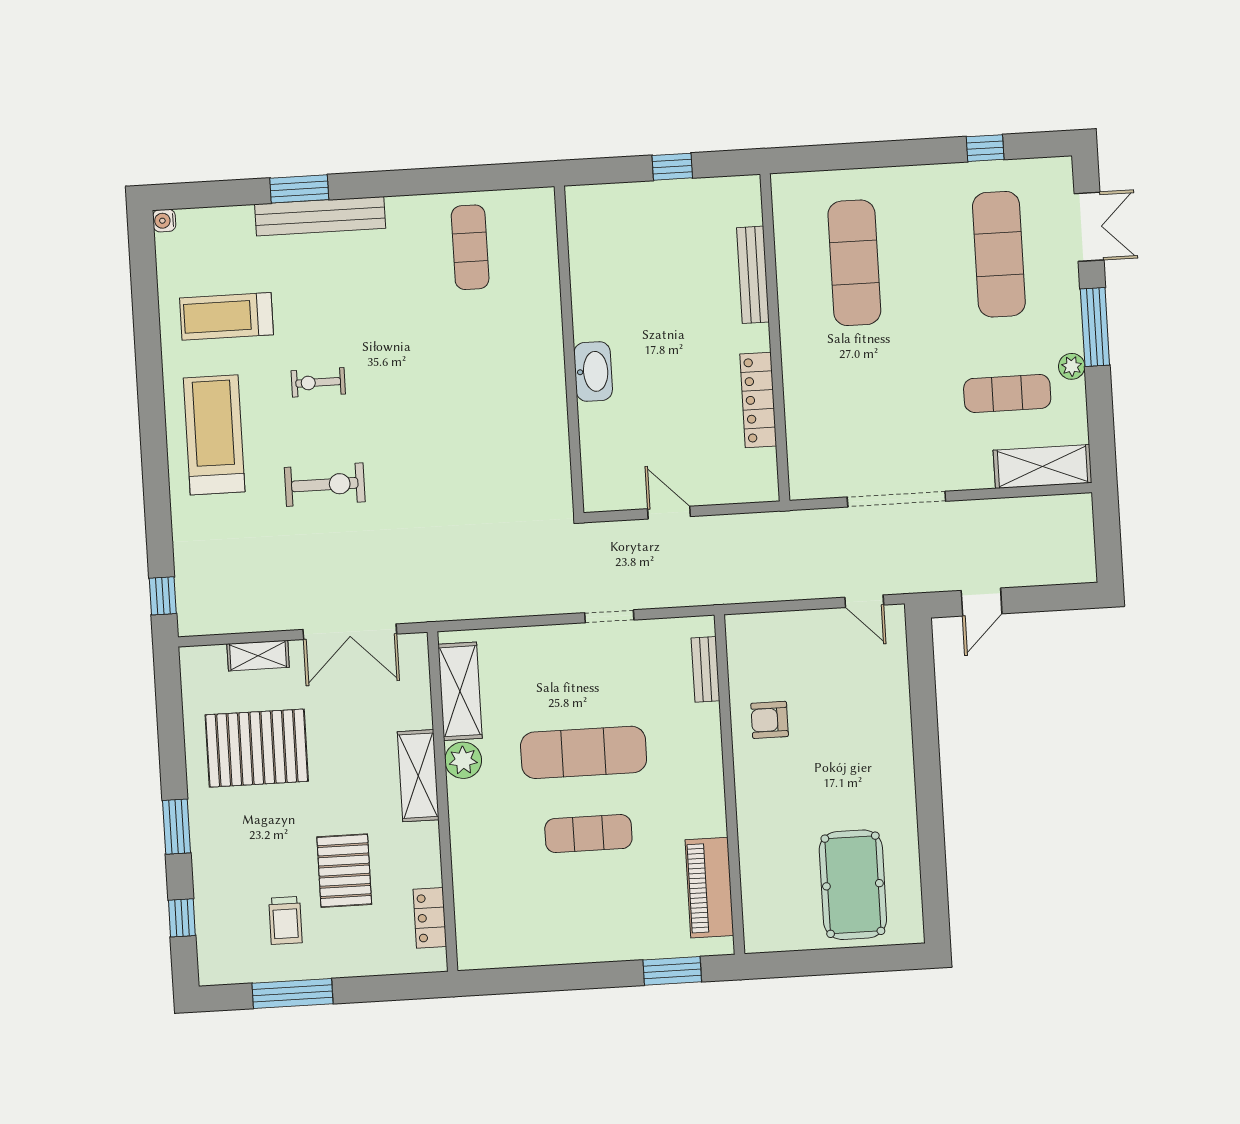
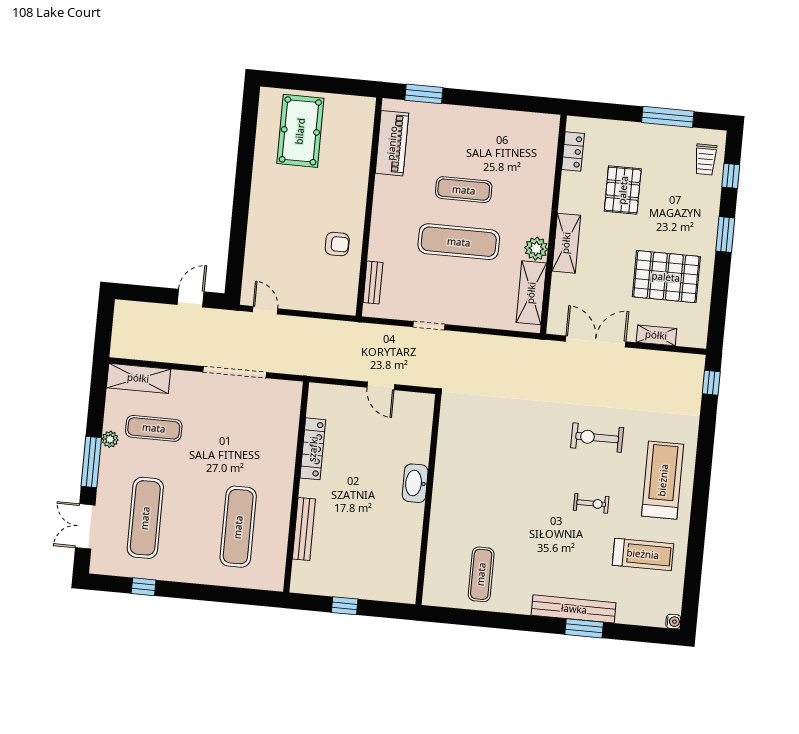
treadmill: (214, 435) -> (663, 480), turned 180
trolley: (285, 920) -> (706, 160), moved, turned 180

